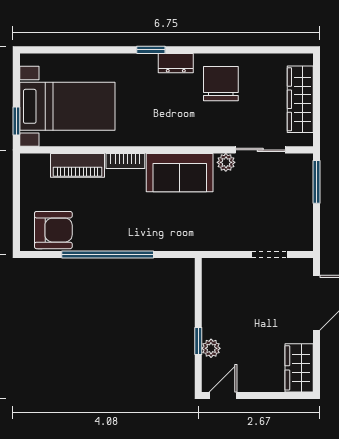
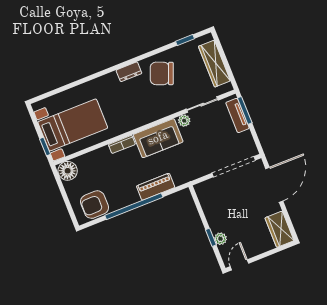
window: (151, 50) -> (185, 40), moved
chair: (221, 84) -> (162, 73), turned -68
piano: (78, 165) -> (156, 187), moved, turned 180
floor lamp: (34, 168) -> (68, 171), added
tv unit: (304, 185) -> (237, 115), added
armchair: (53, 230) -> (94, 205), turned 180
doorway: (270, 255) -> (234, 167), width x1.88

